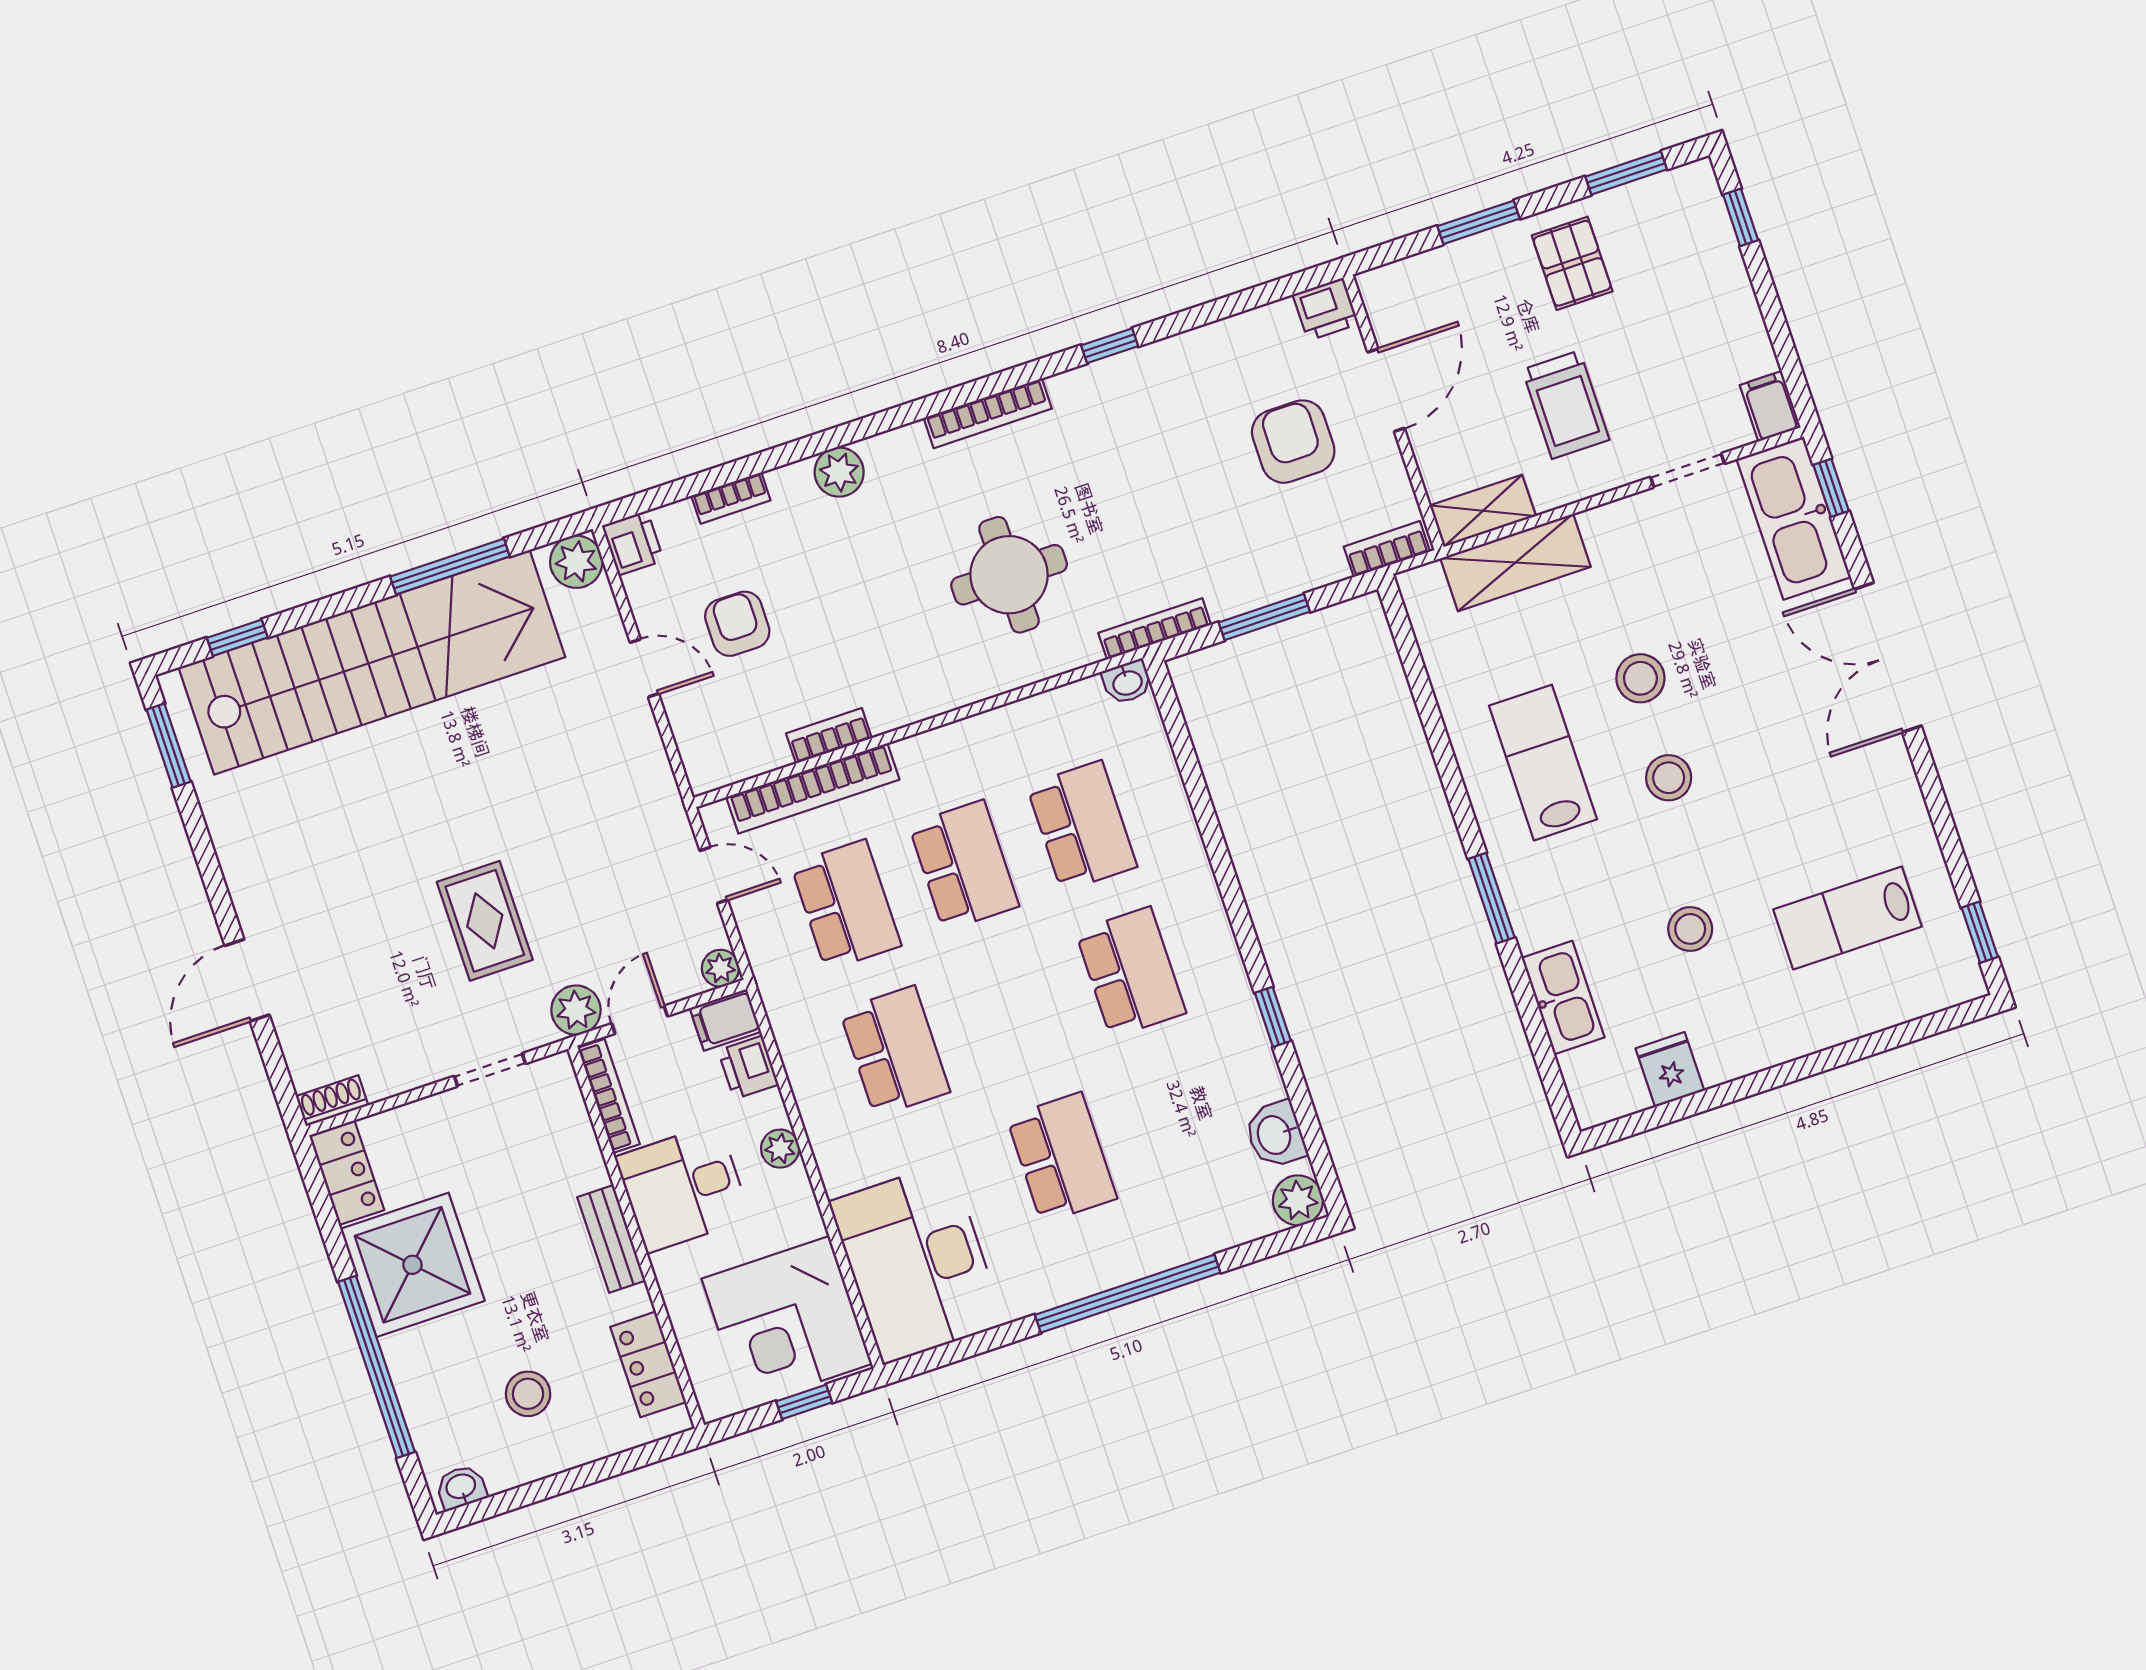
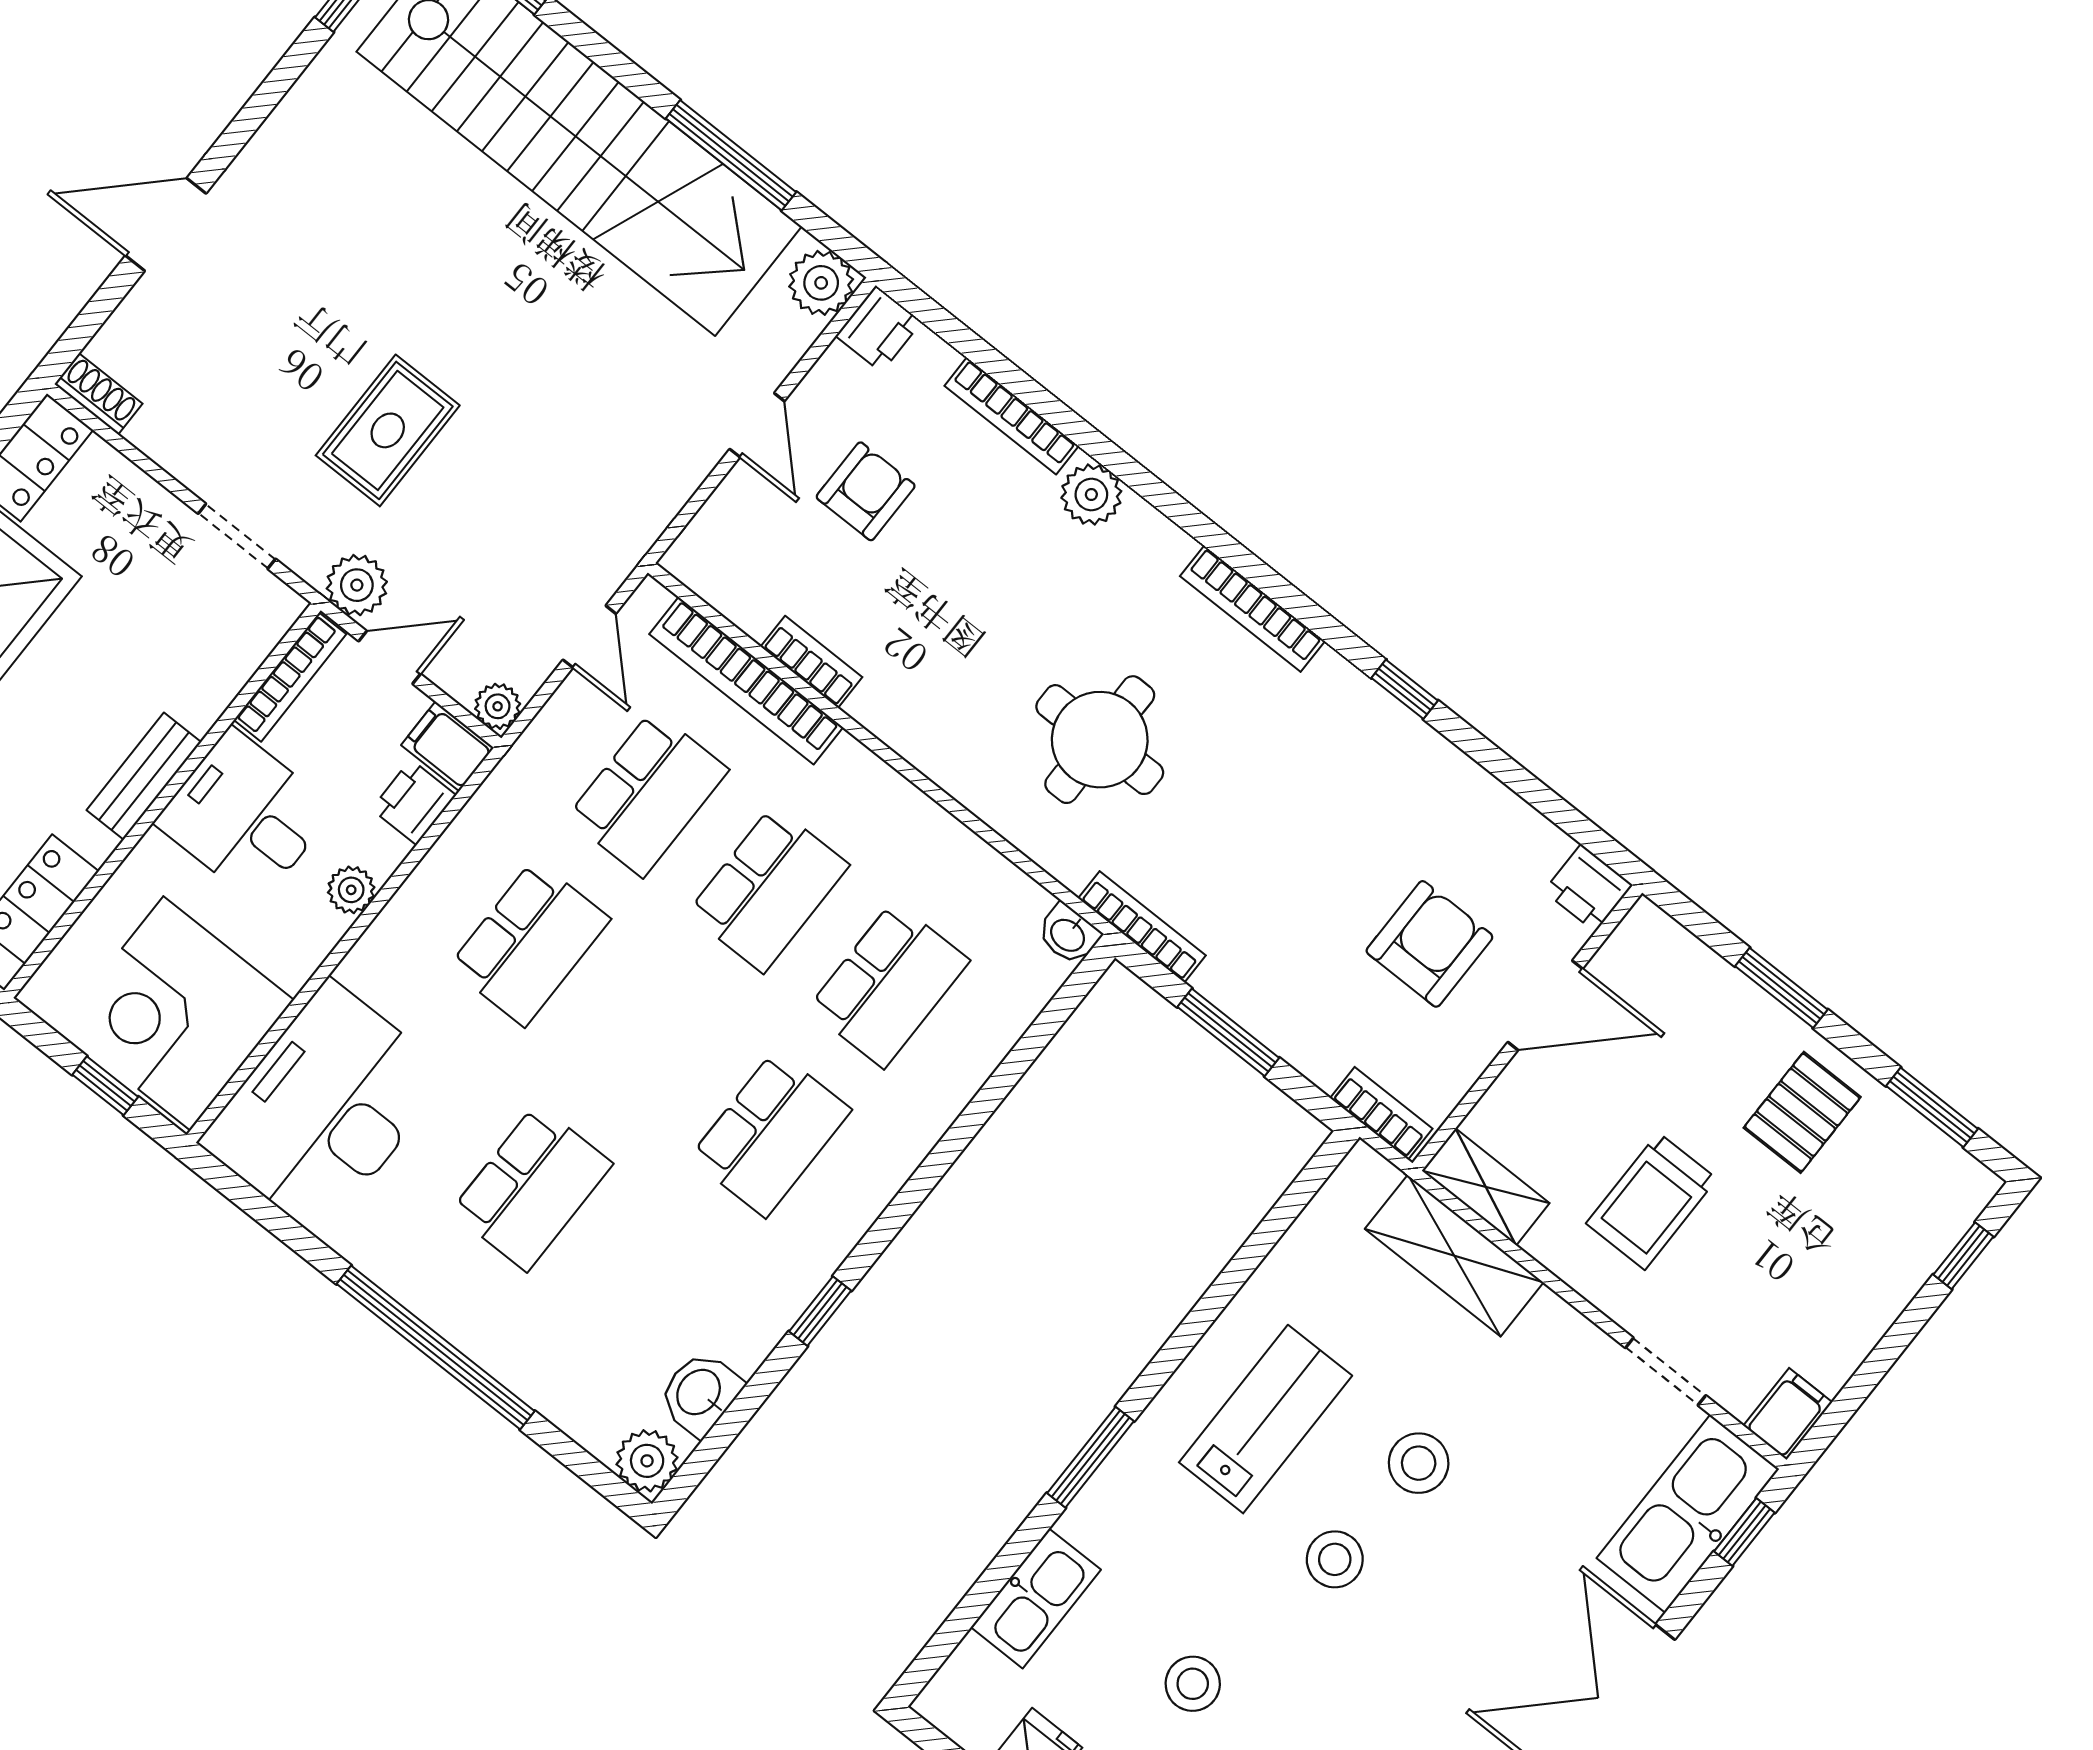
bookcase: (731, 498) -> (1012, 416), width x1.56

